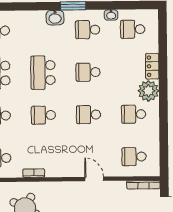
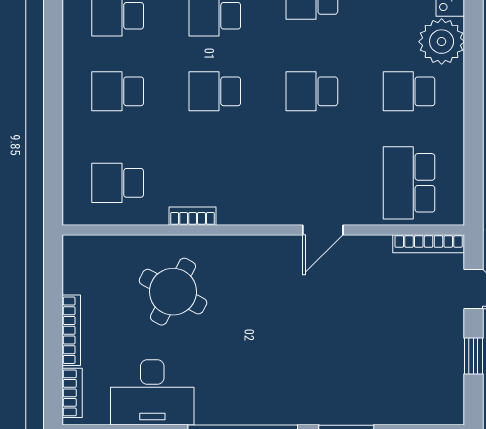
school desk: (134, 157) -> (409, 183), width x1.85
door: (94, 179) -> (323, 230), swing flipped

